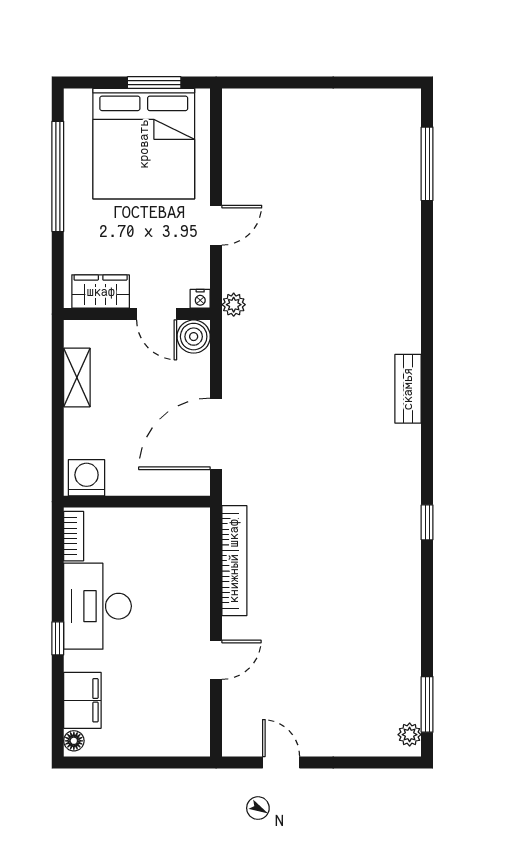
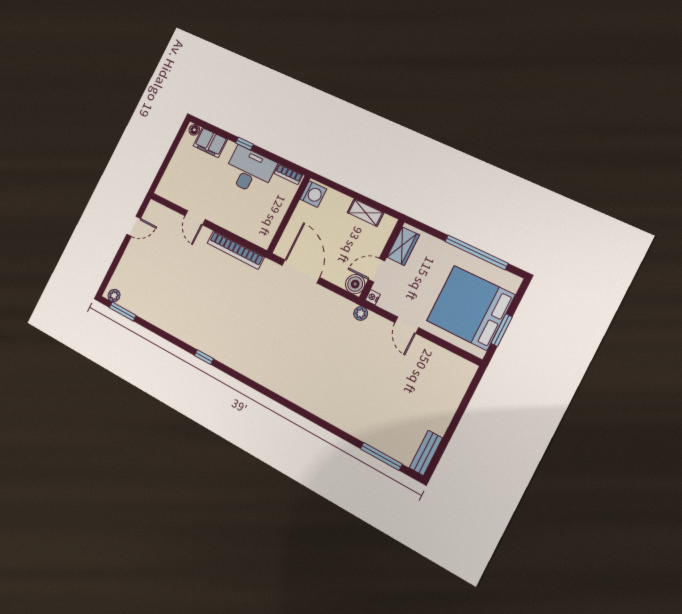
bench: (408, 389) -> (426, 453), moved, turned 90

